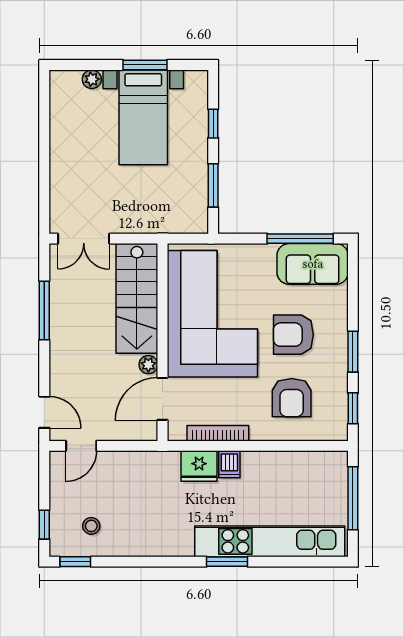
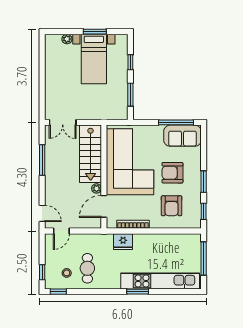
dishwasher: (229, 464) -> (139, 241), removed
cafe table: (131, 517) -> (87, 268), added

